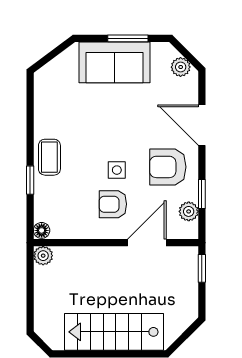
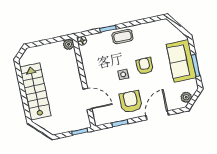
armchair: (113, 204) -> (145, 66), moved
plant: (189, 211) -> (109, 118), removed

